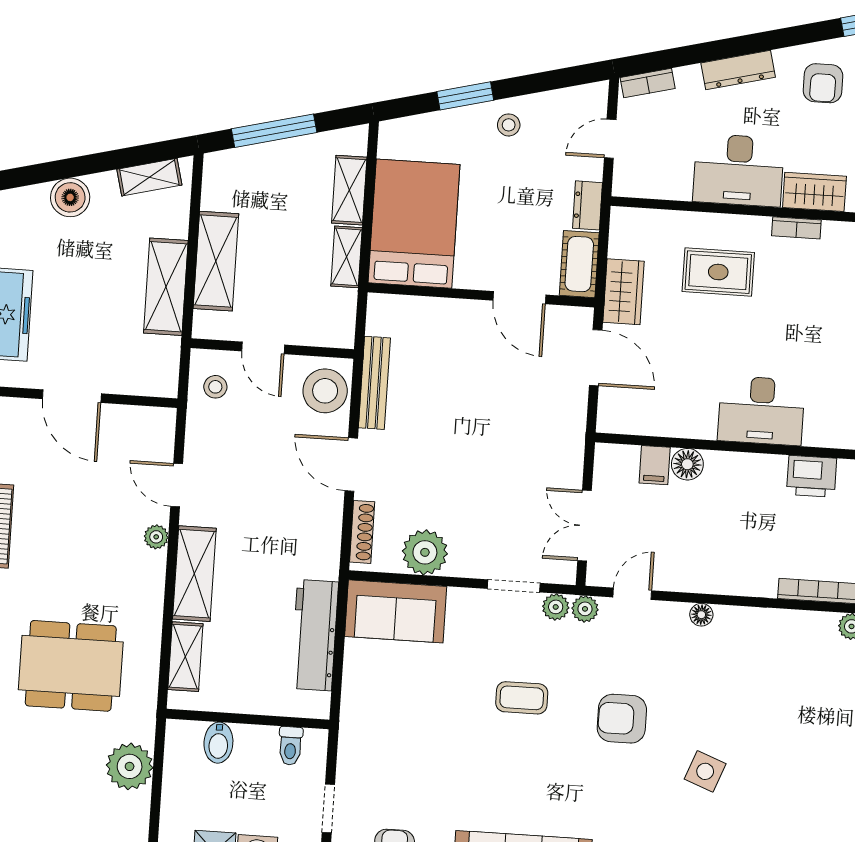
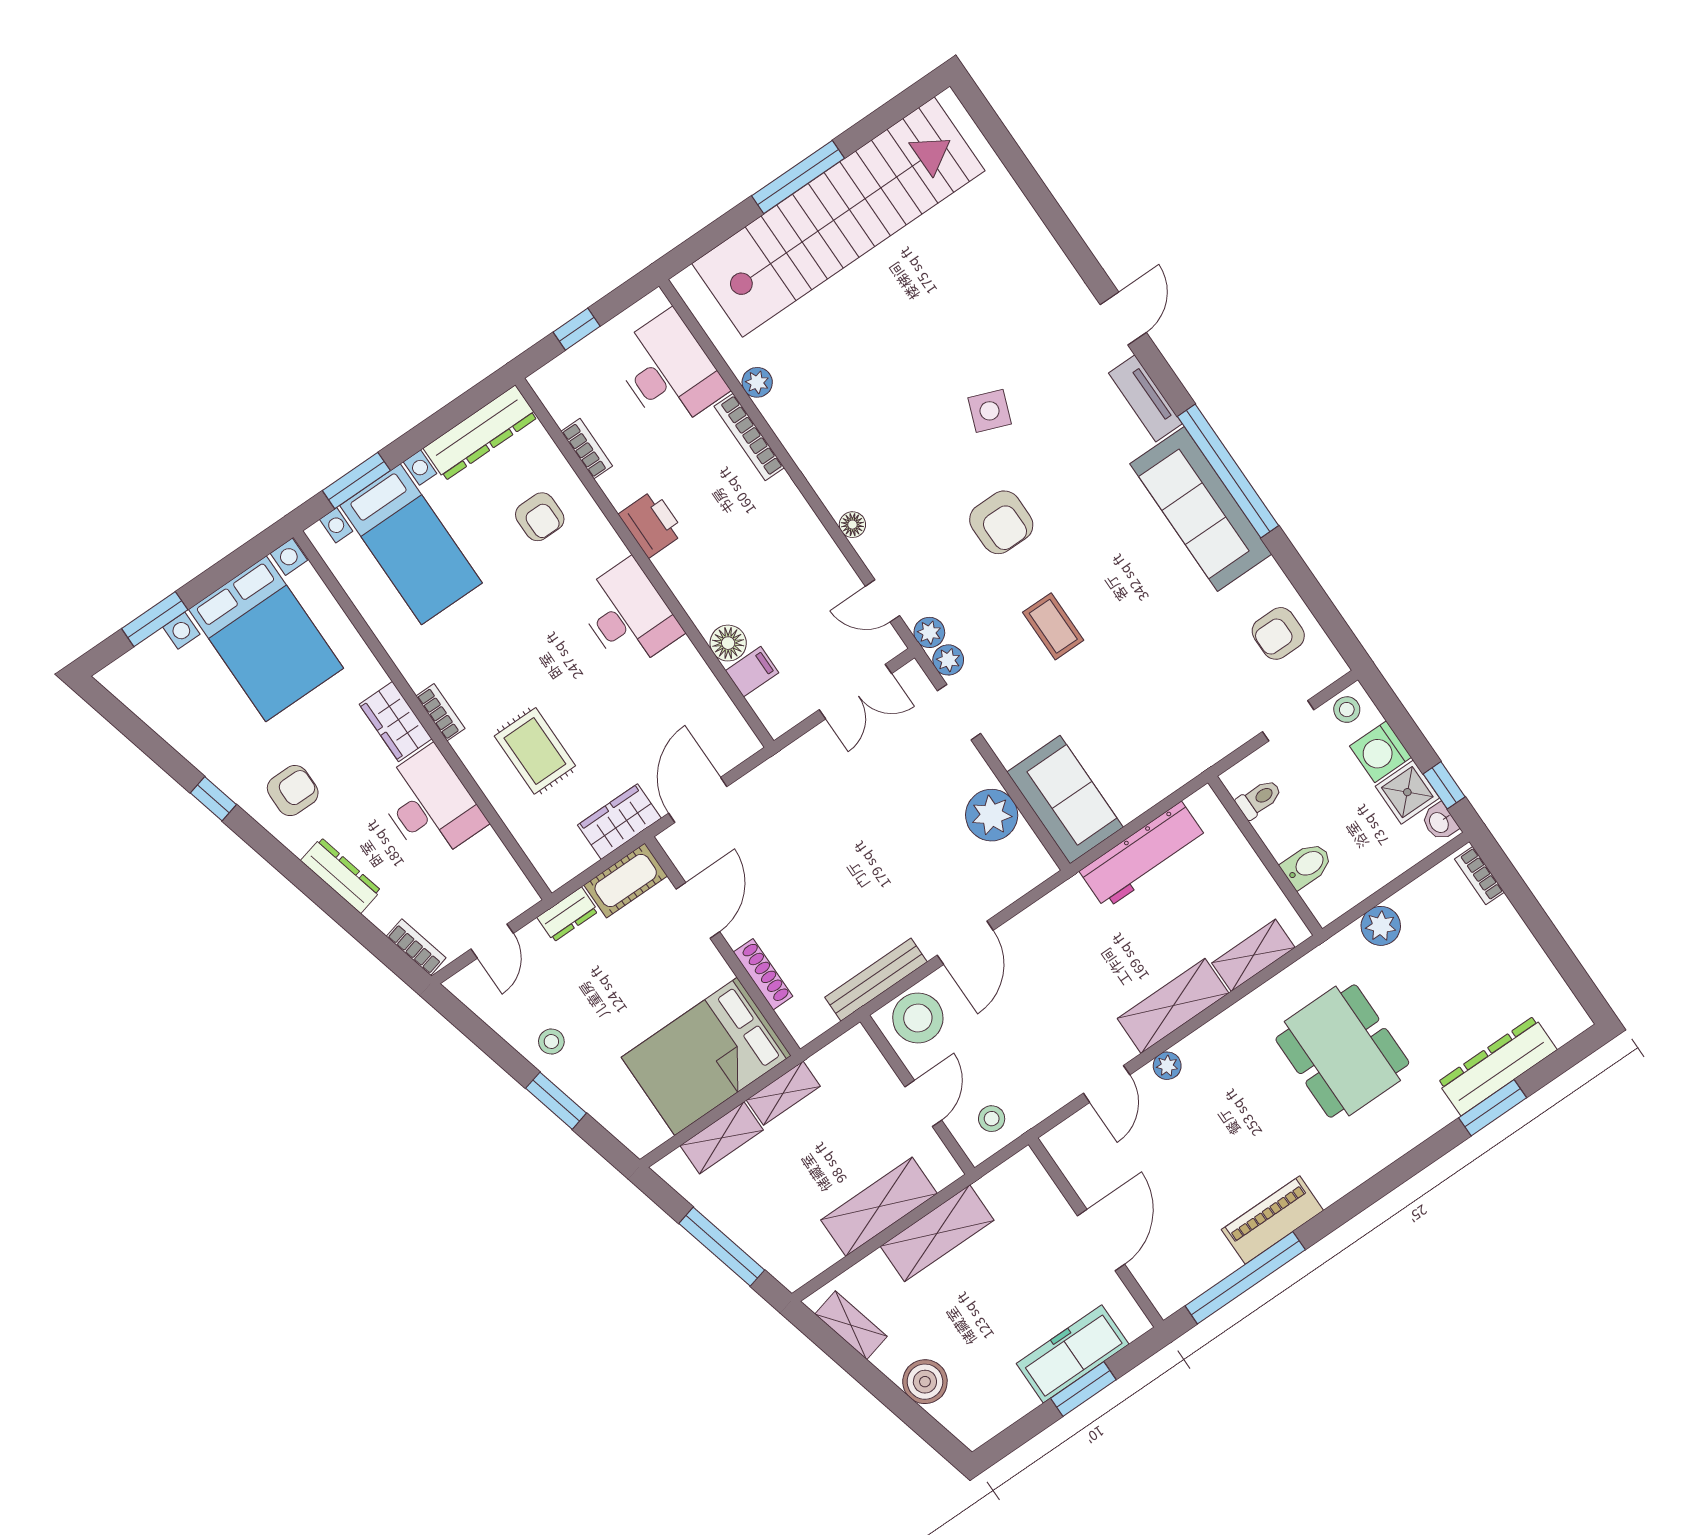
door: (610, 139) -> (492, 941), hinge flipped
shoe rack: (362, 532) -> (763, 974), moved, turned 90
plant: (130, 766) -> (1381, 926), width x0.73, depth x0.73

